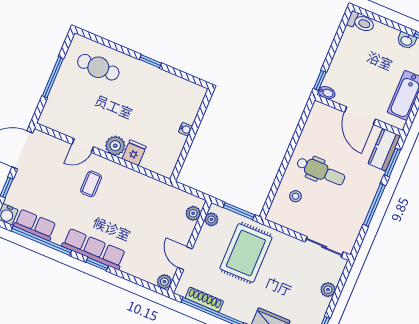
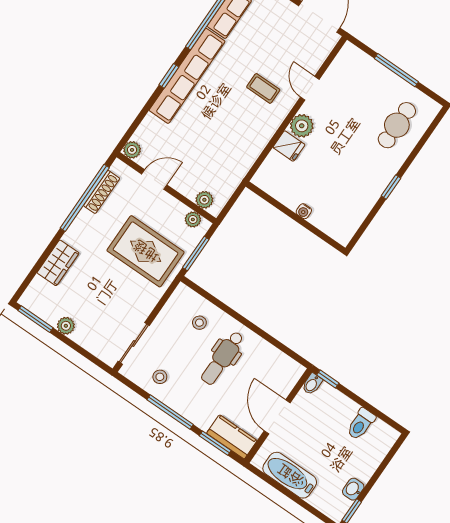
toilet: (361, 22) -> (361, 424), moved
door: (360, 116) -> (277, 417), hinge flipped
stool: (347, 220) -> (160, 377), added
row of seats: (94, 249) -> (187, 76), width x1.36
plant: (328, 290) -> (66, 326), moved

